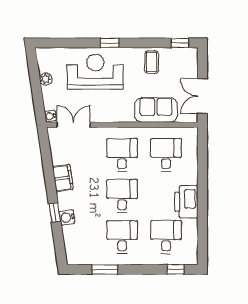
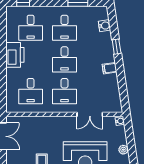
sofa: (156, 110) -> (38, 126), removed
double door: (74, 125) -> (90, 114), moved
filing cabinet: (63, 178) -> (110, 68), width x0.50
water cooler: (67, 217) -> (105, 26), moved

